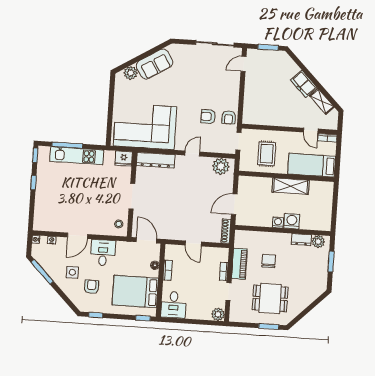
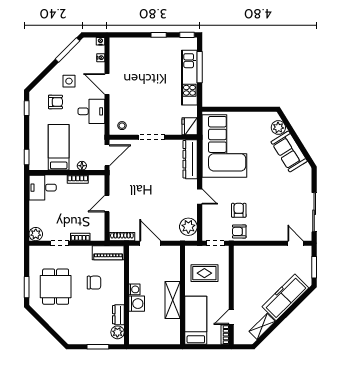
freezer: (304, 84) -> (285, 297), width x1.91, depth x1.26
piano: (240, 264) -> (108, 253), moved
bed: (135, 292) -> (59, 147), width x0.67

